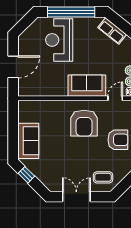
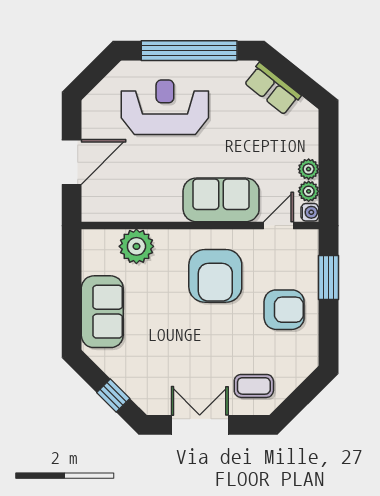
reception desk: (59, 40) -> (165, 107), turned 90
plant: (45, 109) -> (136, 246), added
window: (26, 175) -> (113, 396), moved

